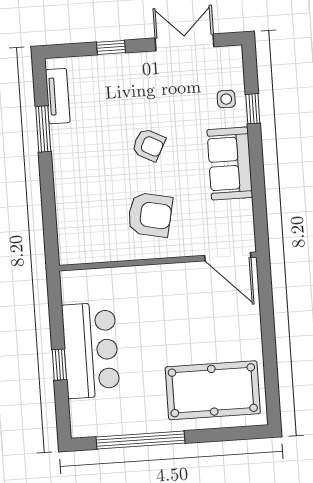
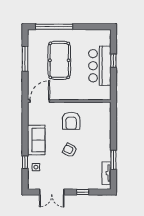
armchair: (150, 215) -> (71, 121), turned -102
door: (228, 257) -> (40, 101), hinge flipped
window: (270, 355) -> (25, 59), added
pool table: (213, 390) -> (59, 60), moved, turned 90
window: (141, 440) -> (54, 27), moved

